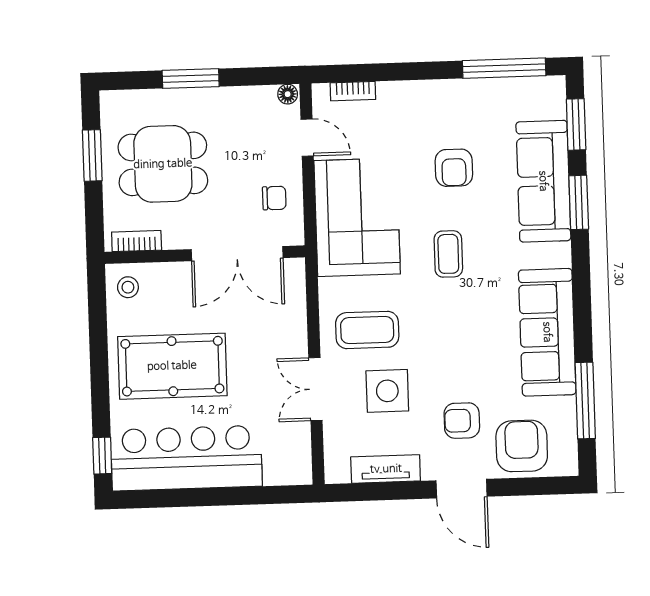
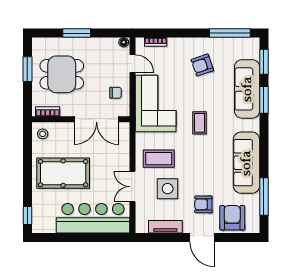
armchair: (454, 168) -> (202, 65), moved, turned 71
bar counter: (186, 458) -> (93, 218), moved

